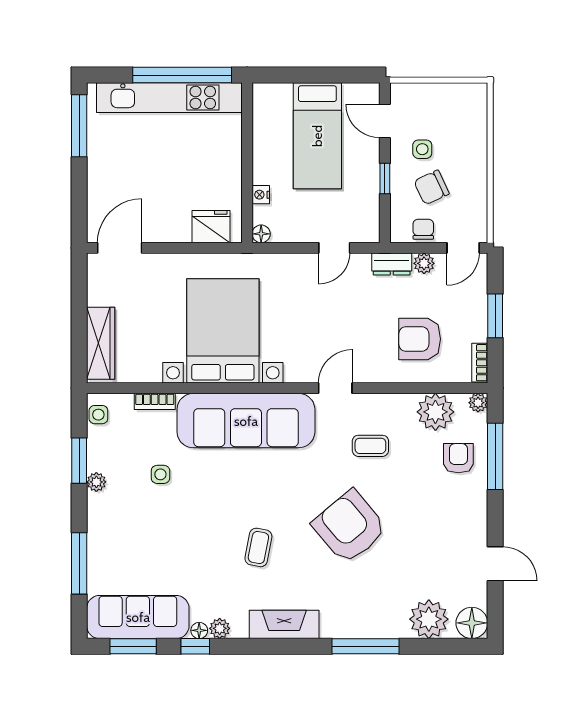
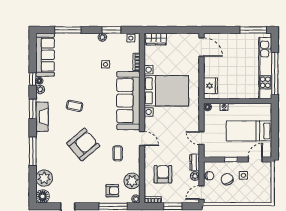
door: (463, 248) -> (202, 193), hinge flipped
wardrobe: (101, 343) -> (156, 39), width x0.67
window: (133, 646) -> (33, 109), moved

